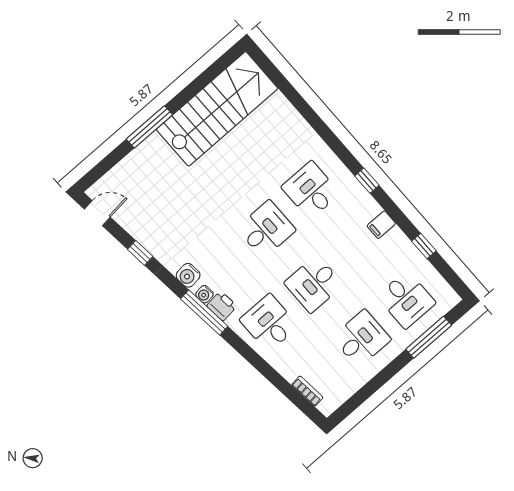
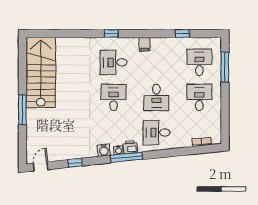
window: (367, 181) -> (111, 34), moved
filing cabinet: (381, 225) -> (145, 44), moved
desk: (406, 300) -> (199, 62), turned -90

